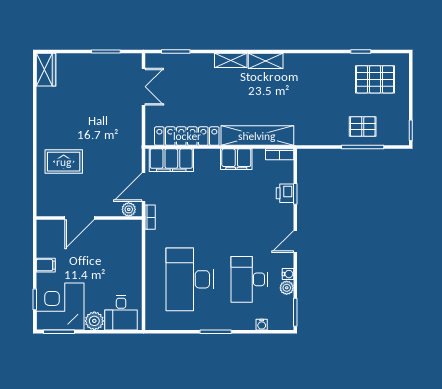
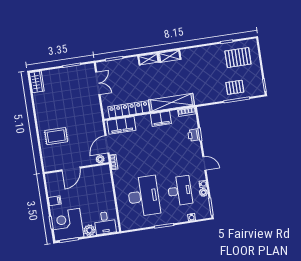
door: (295, 241) -> (204, 163), swing flipped
desk: (190, 279) -> (144, 196), turned 180
desk: (249, 279) -> (180, 191), turned 180

